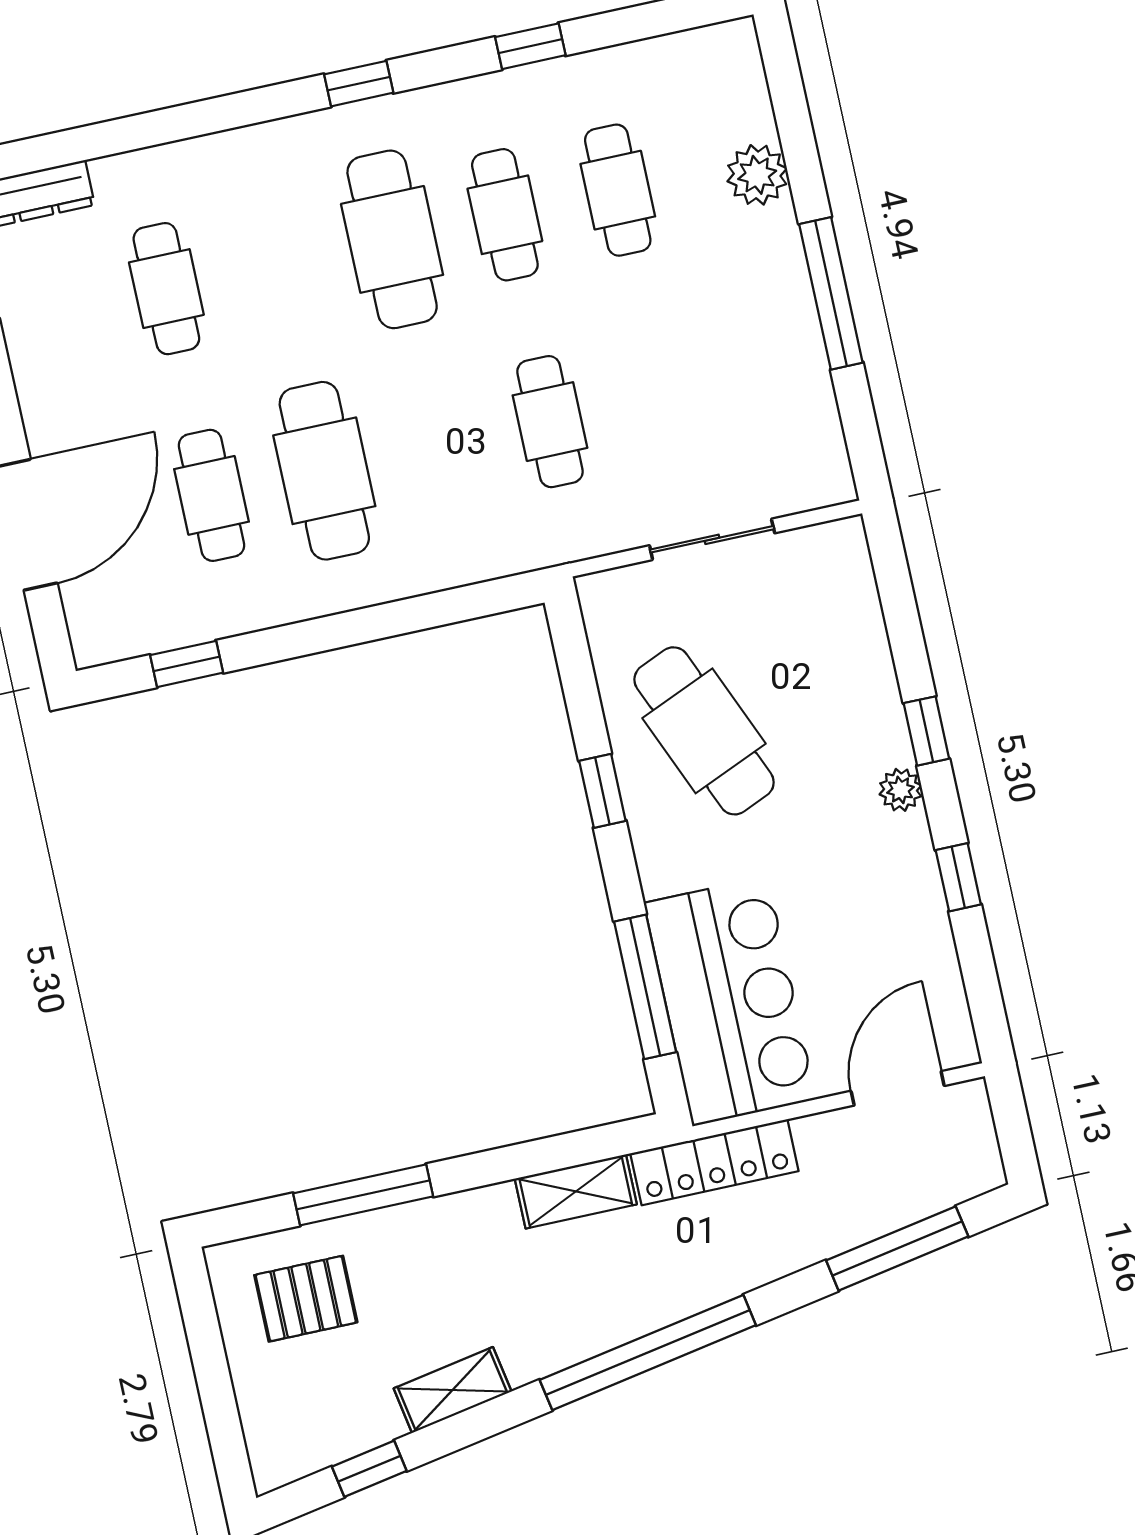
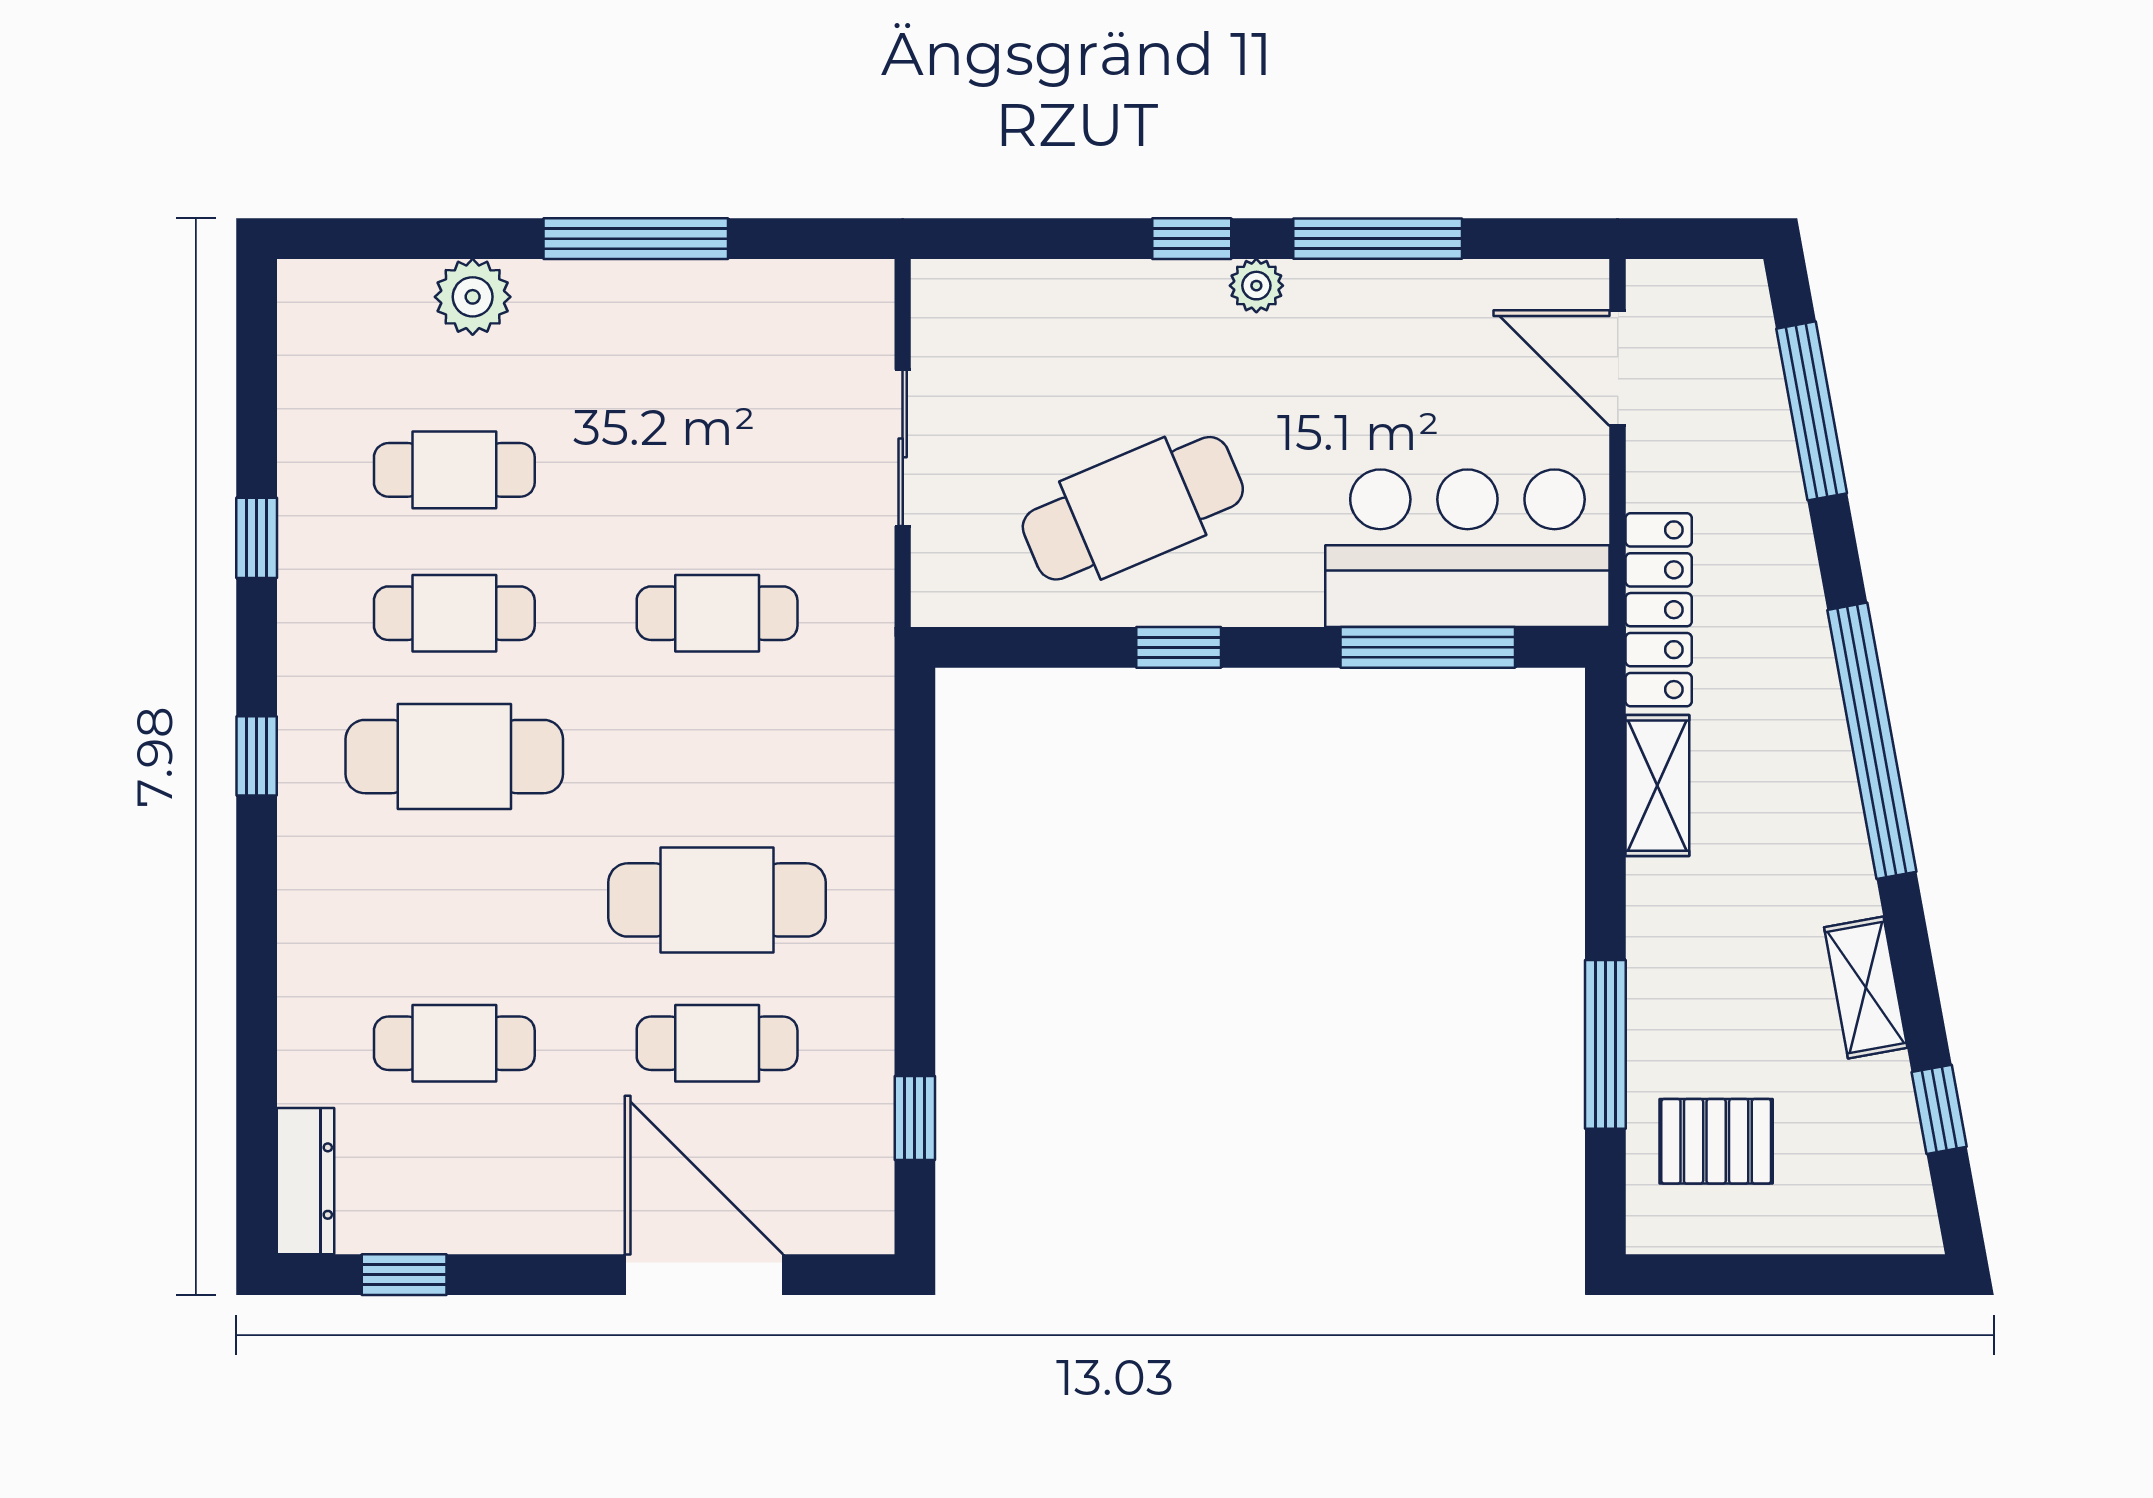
window: (958, 877) -> (1378, 239), width x2.17
pallet: (306, 1299) -> (1716, 1141), turned 90

